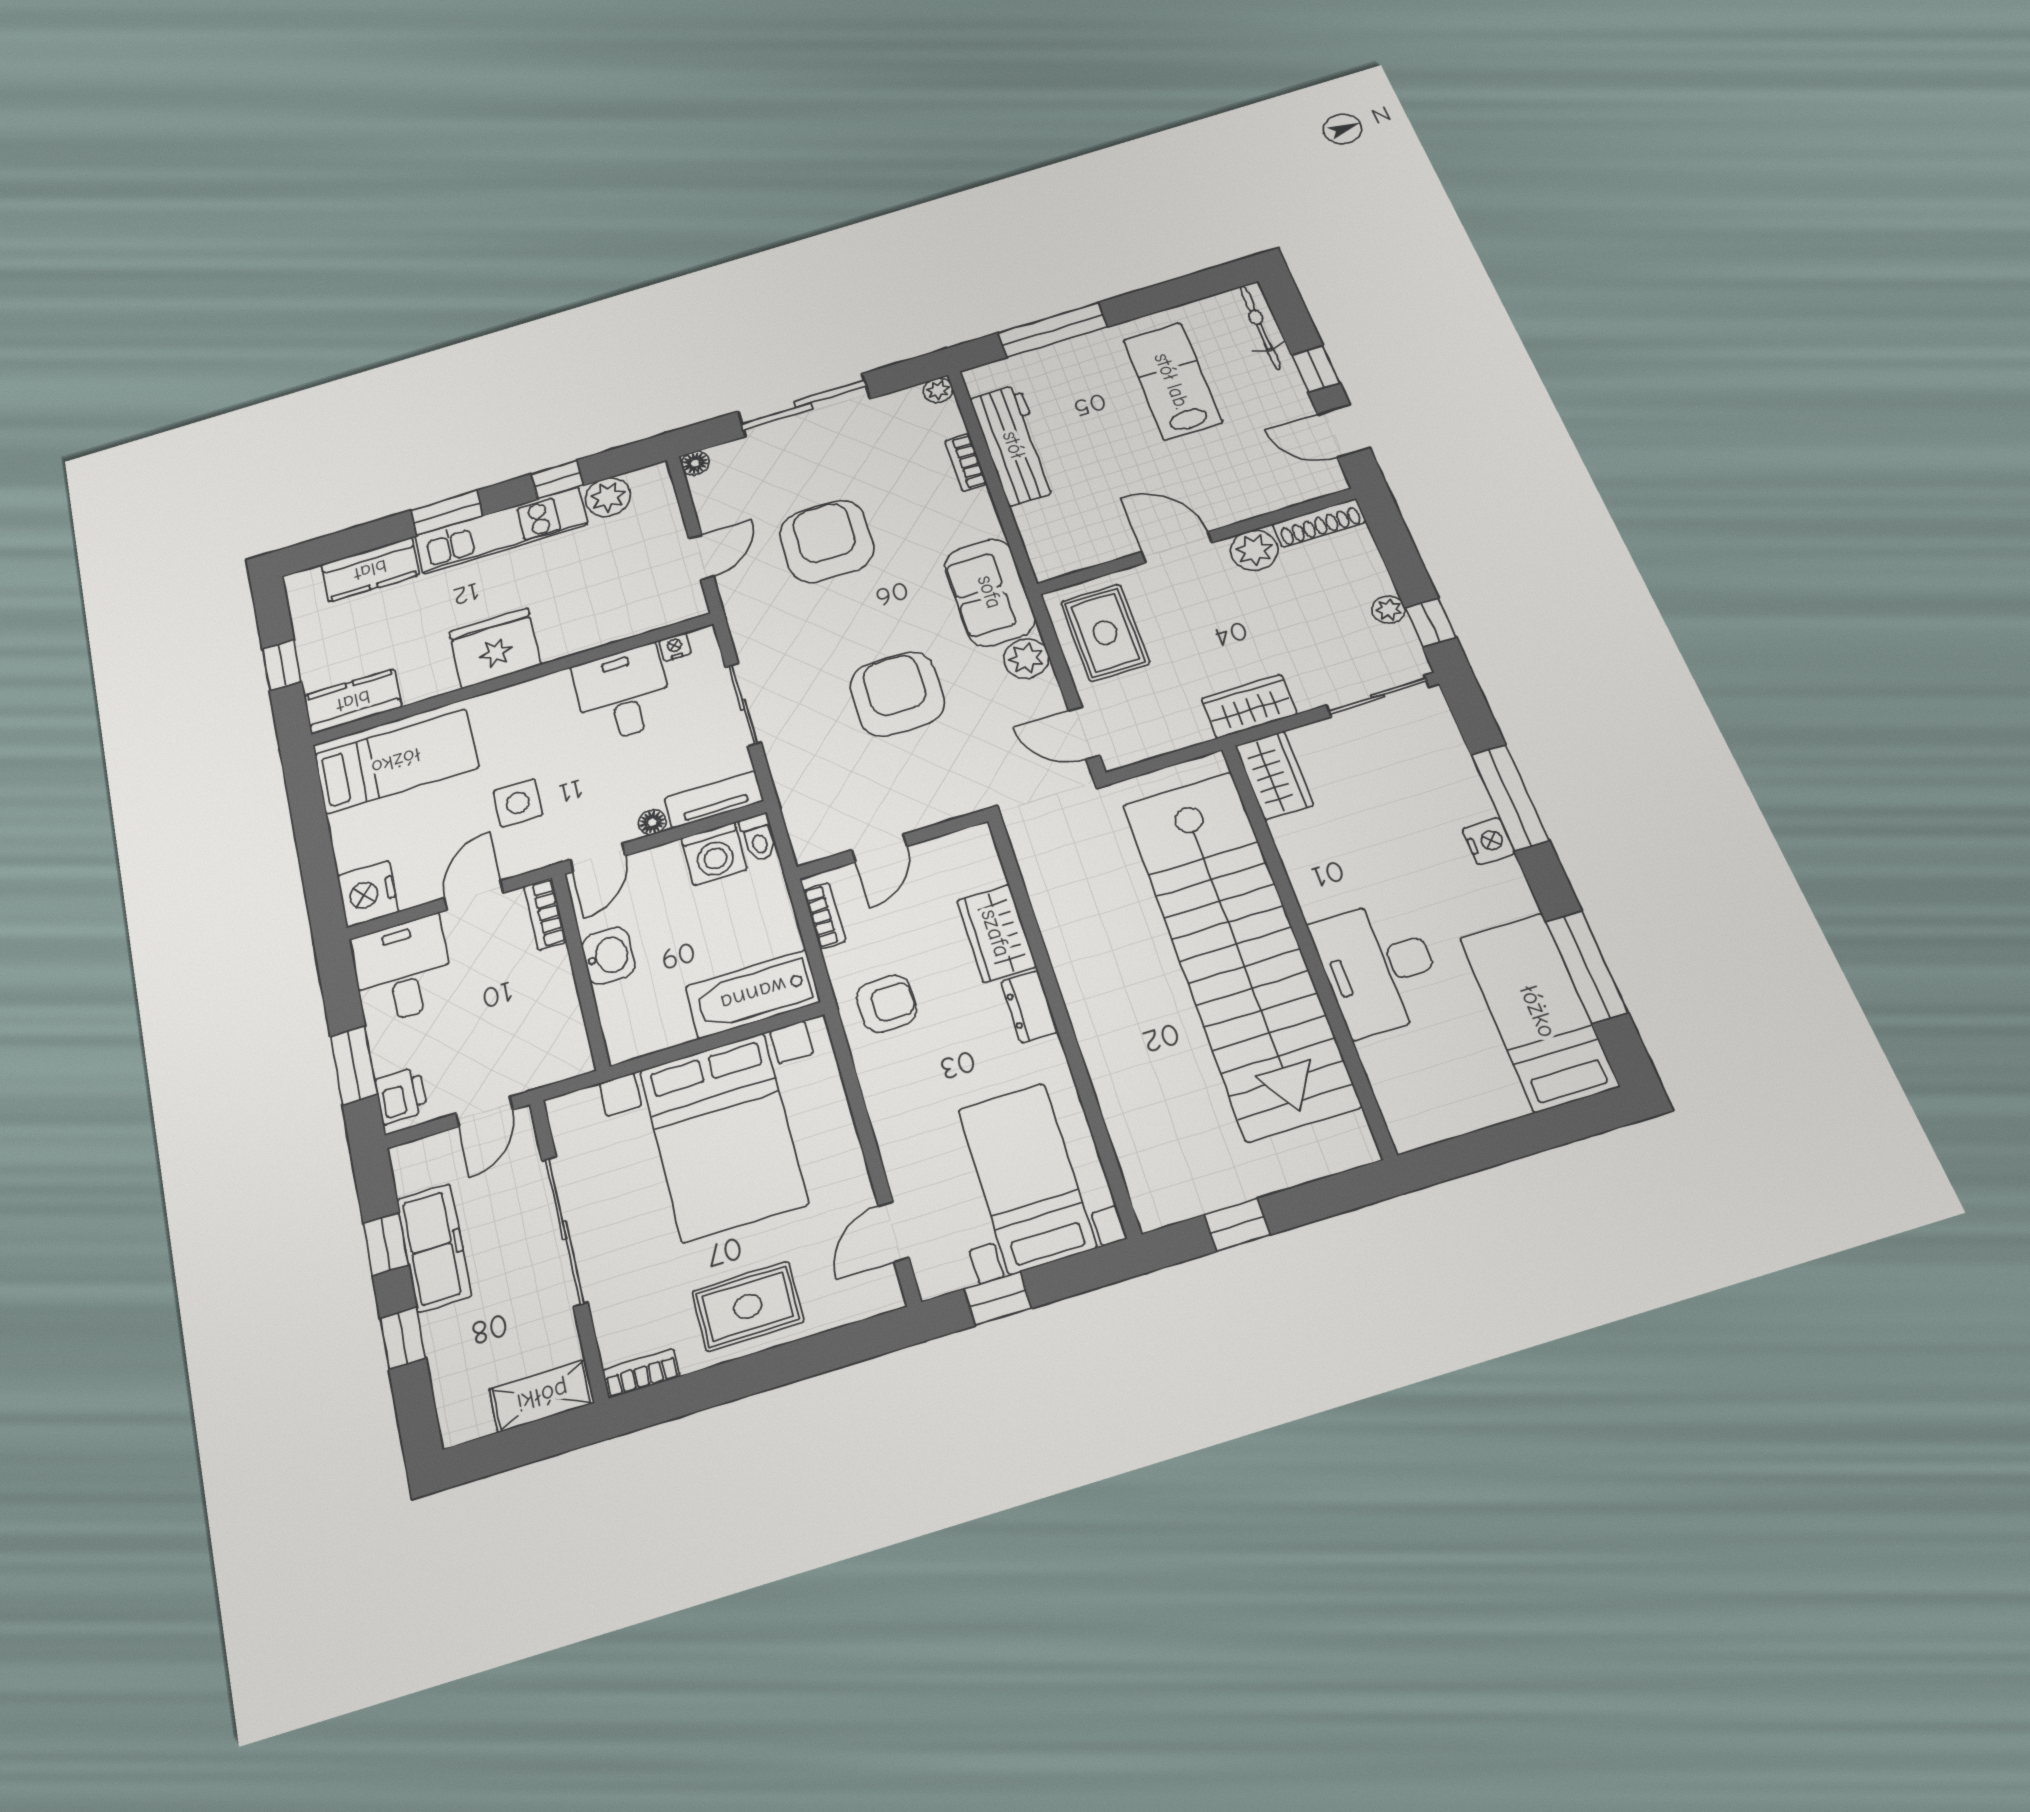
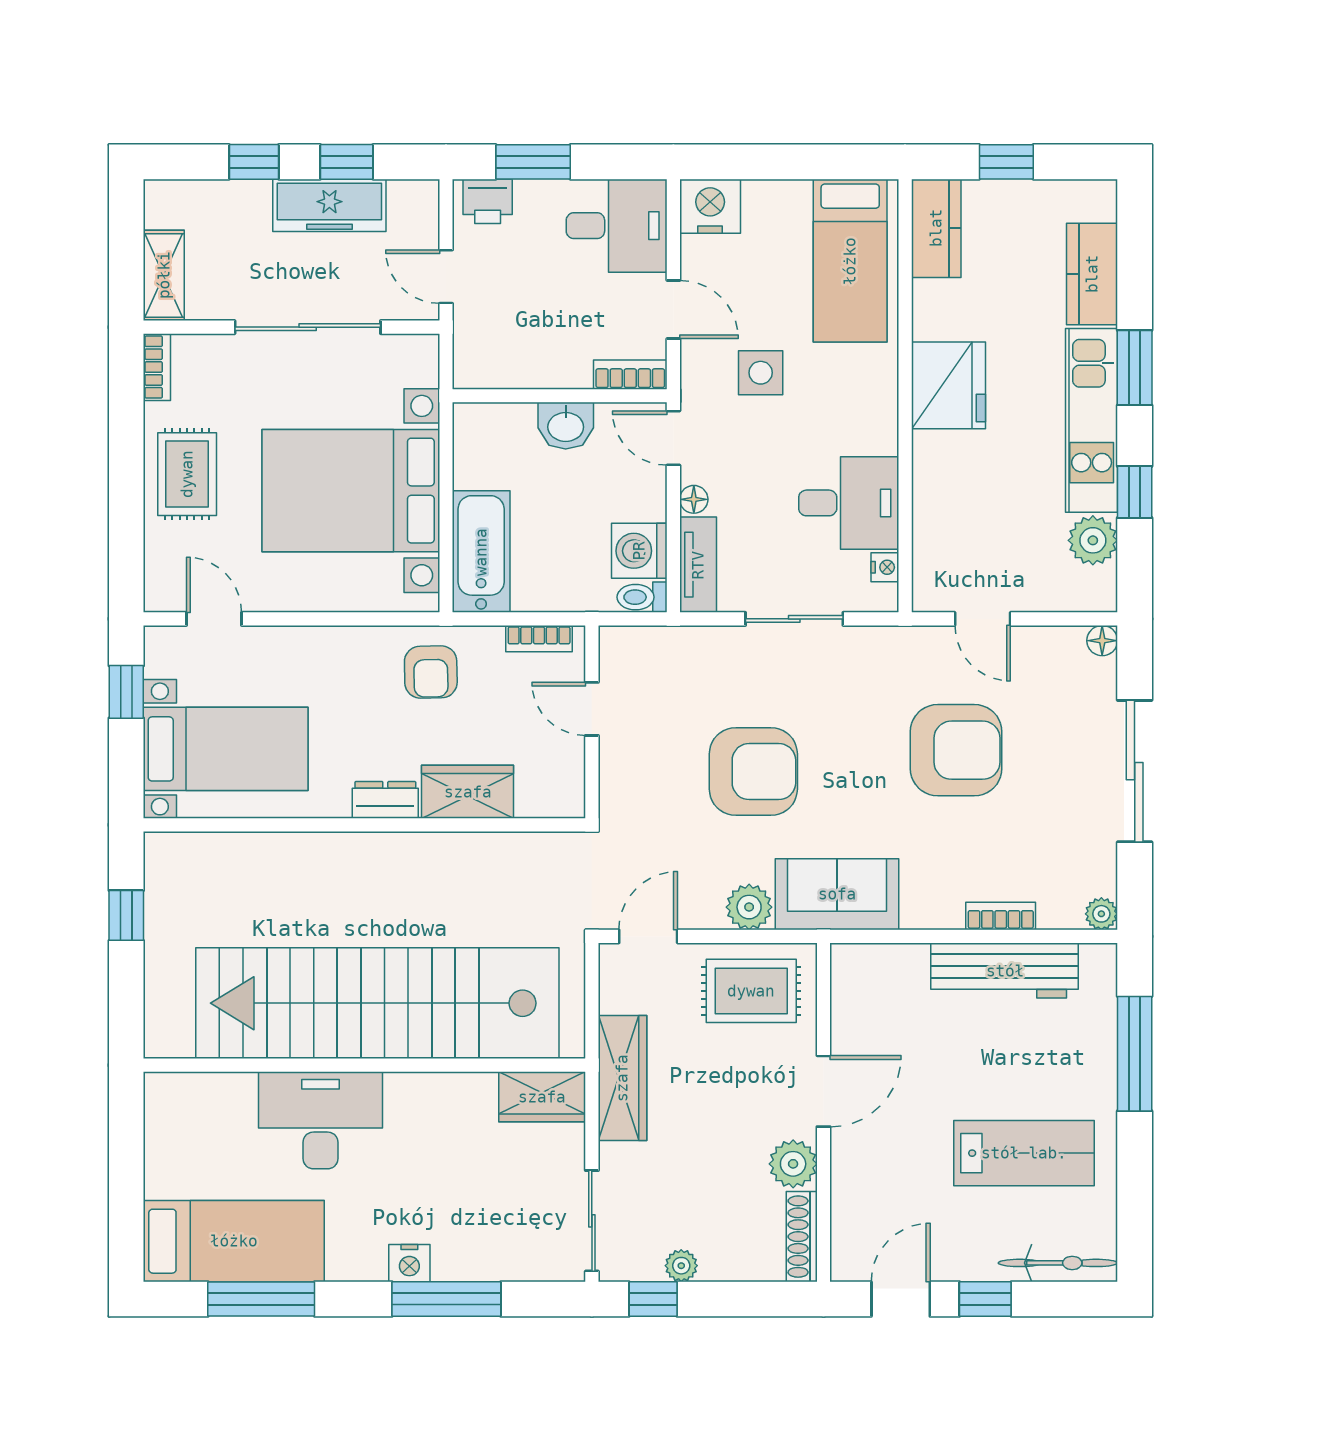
wardrobe: (1249, 706) -> (622, 1078), width x1.50

